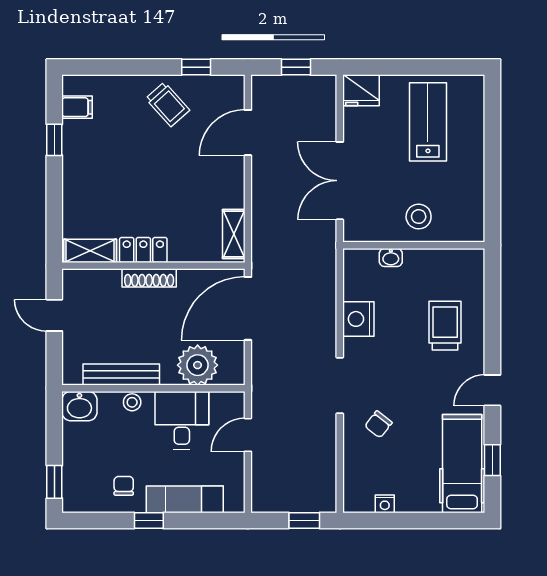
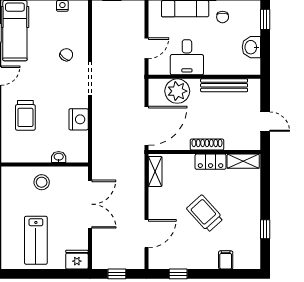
trolley: (168, 104) -> (205, 214), moved, width x1.36, depth x1.39
filing cabinet: (77, 107) -> (226, 260), moved, turned 90
stool: (132, 402) -> (217, 68), removed
washbasin: (79, 406) -> (251, 47), moved, turned -90

